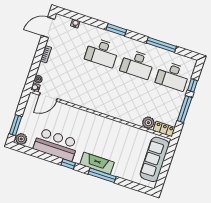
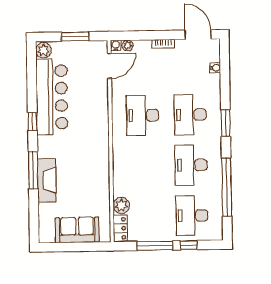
window: (161, 45) -> (227, 187), width x1.46
desk: (91, 86) -> (143, 115), added
door: (48, 97) -> (109, 66), swing flipped
window: (15, 125) -> (75, 36), moved
bar counter: (56, 145) -> (52, 97), width x1.36
sofa: (155, 159) -> (77, 230), width x0.73
fireplace: (97, 163) -> (47, 180), moved

